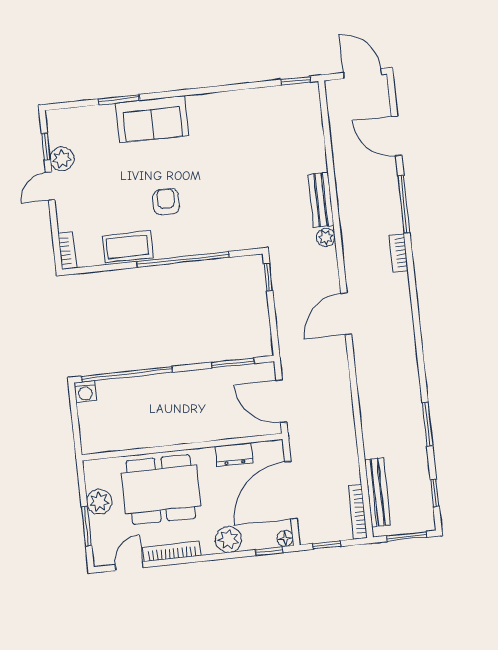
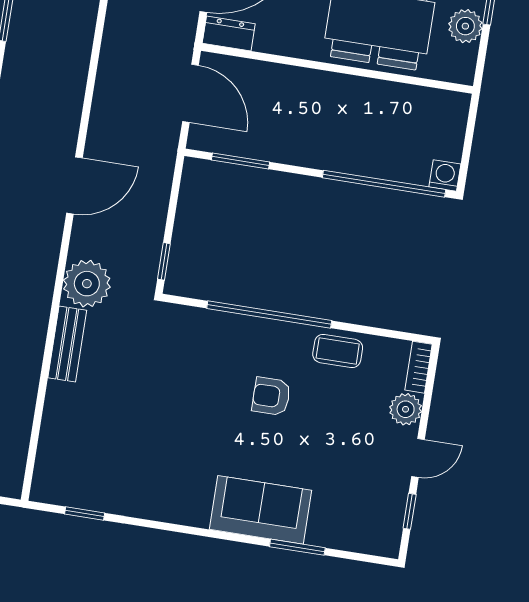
window: (295, 81) -> (85, 513), moved
plant: (62, 159) -> (406, 409), moved
armchair: (166, 202) -> (271, 396), turned 90
plant: (326, 237) -> (87, 284), width x1.88, depth x1.88
coffee table: (128, 247) -> (338, 351), width x0.73, depth x0.77
dresser: (234, 454) -> (229, 34), moved

